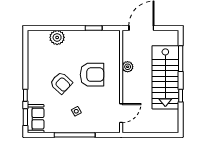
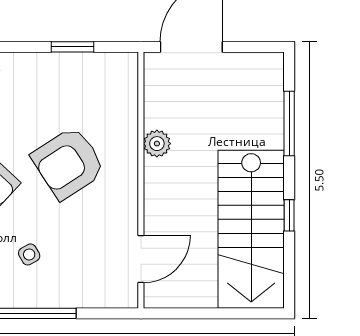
armchair: (92, 75) -> (68, 163), turned 147
stairs: (165, 77) -> (251, 229), moved

